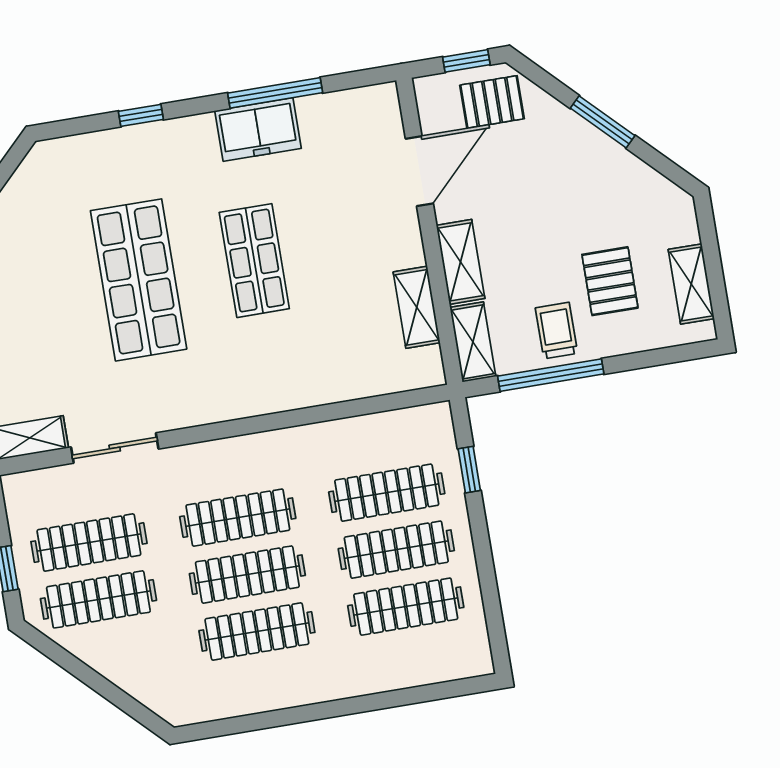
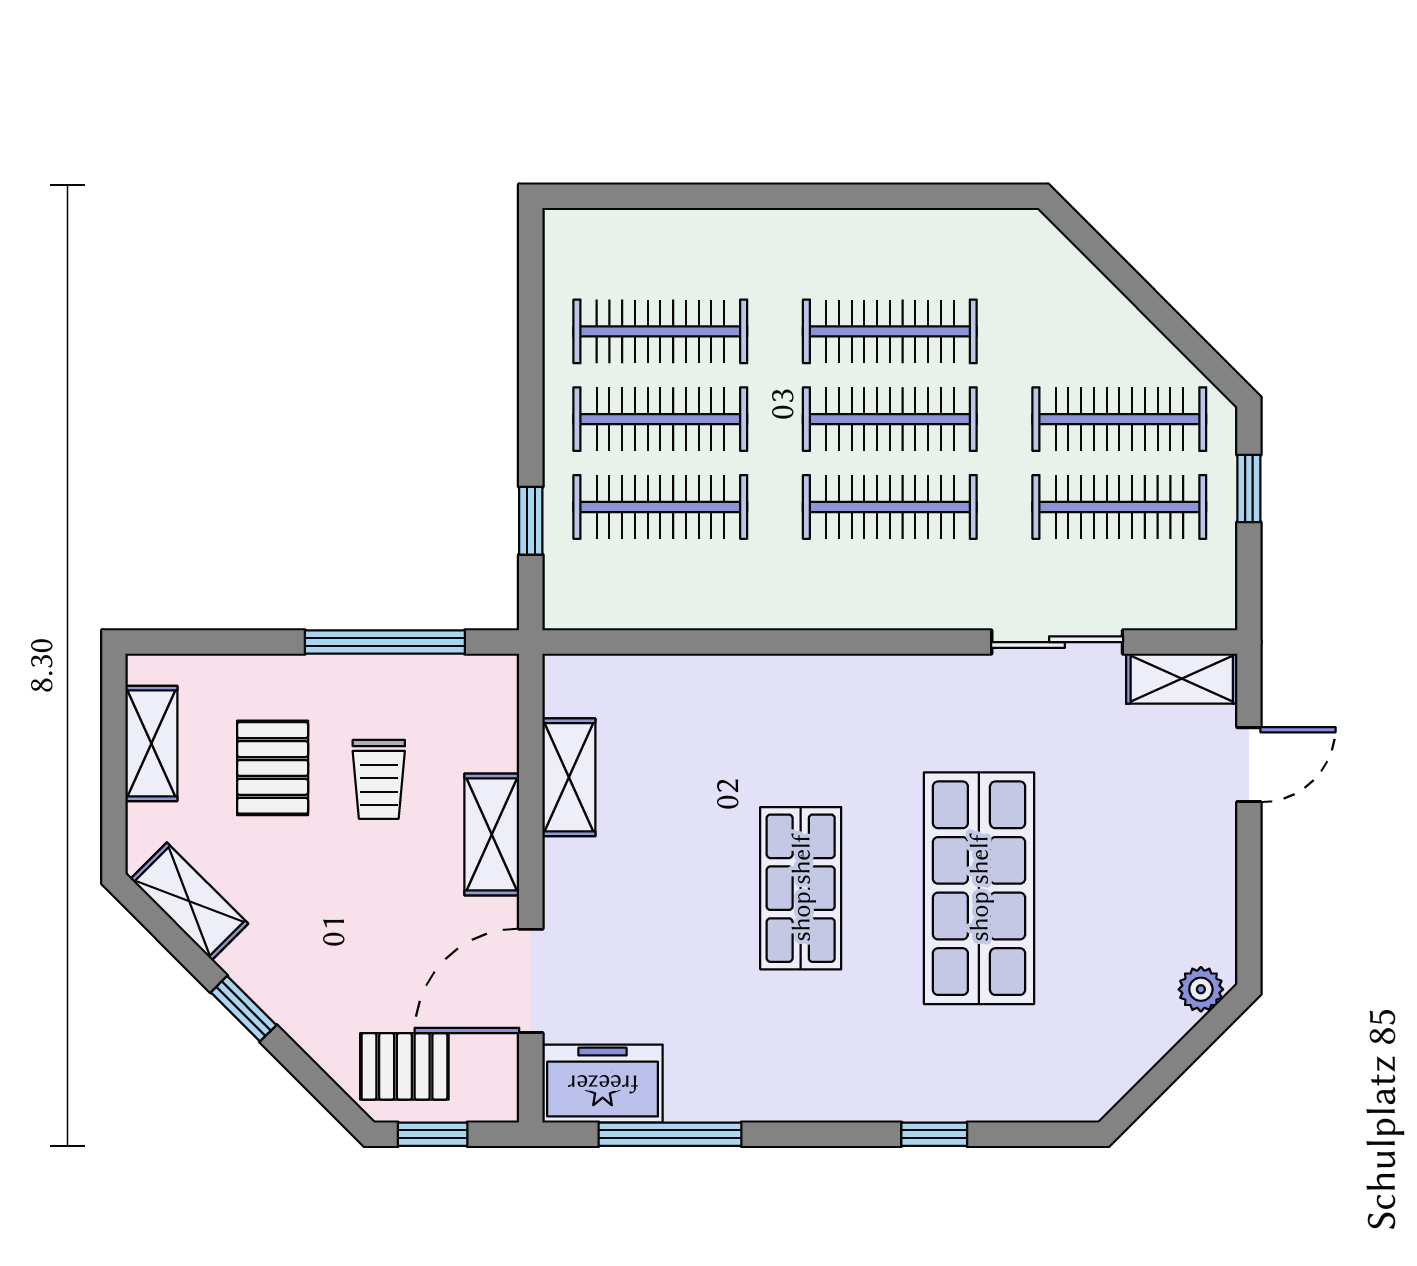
window: (275, 93) -> (670, 1134), moved
window: (603, 122) -> (244, 1009), width x0.67
freezer: (258, 130) -> (603, 1084), moved
trolley: (556, 331) -> (379, 779), moved
shelving: (473, 342) -> (189, 901), moved, turned -45

